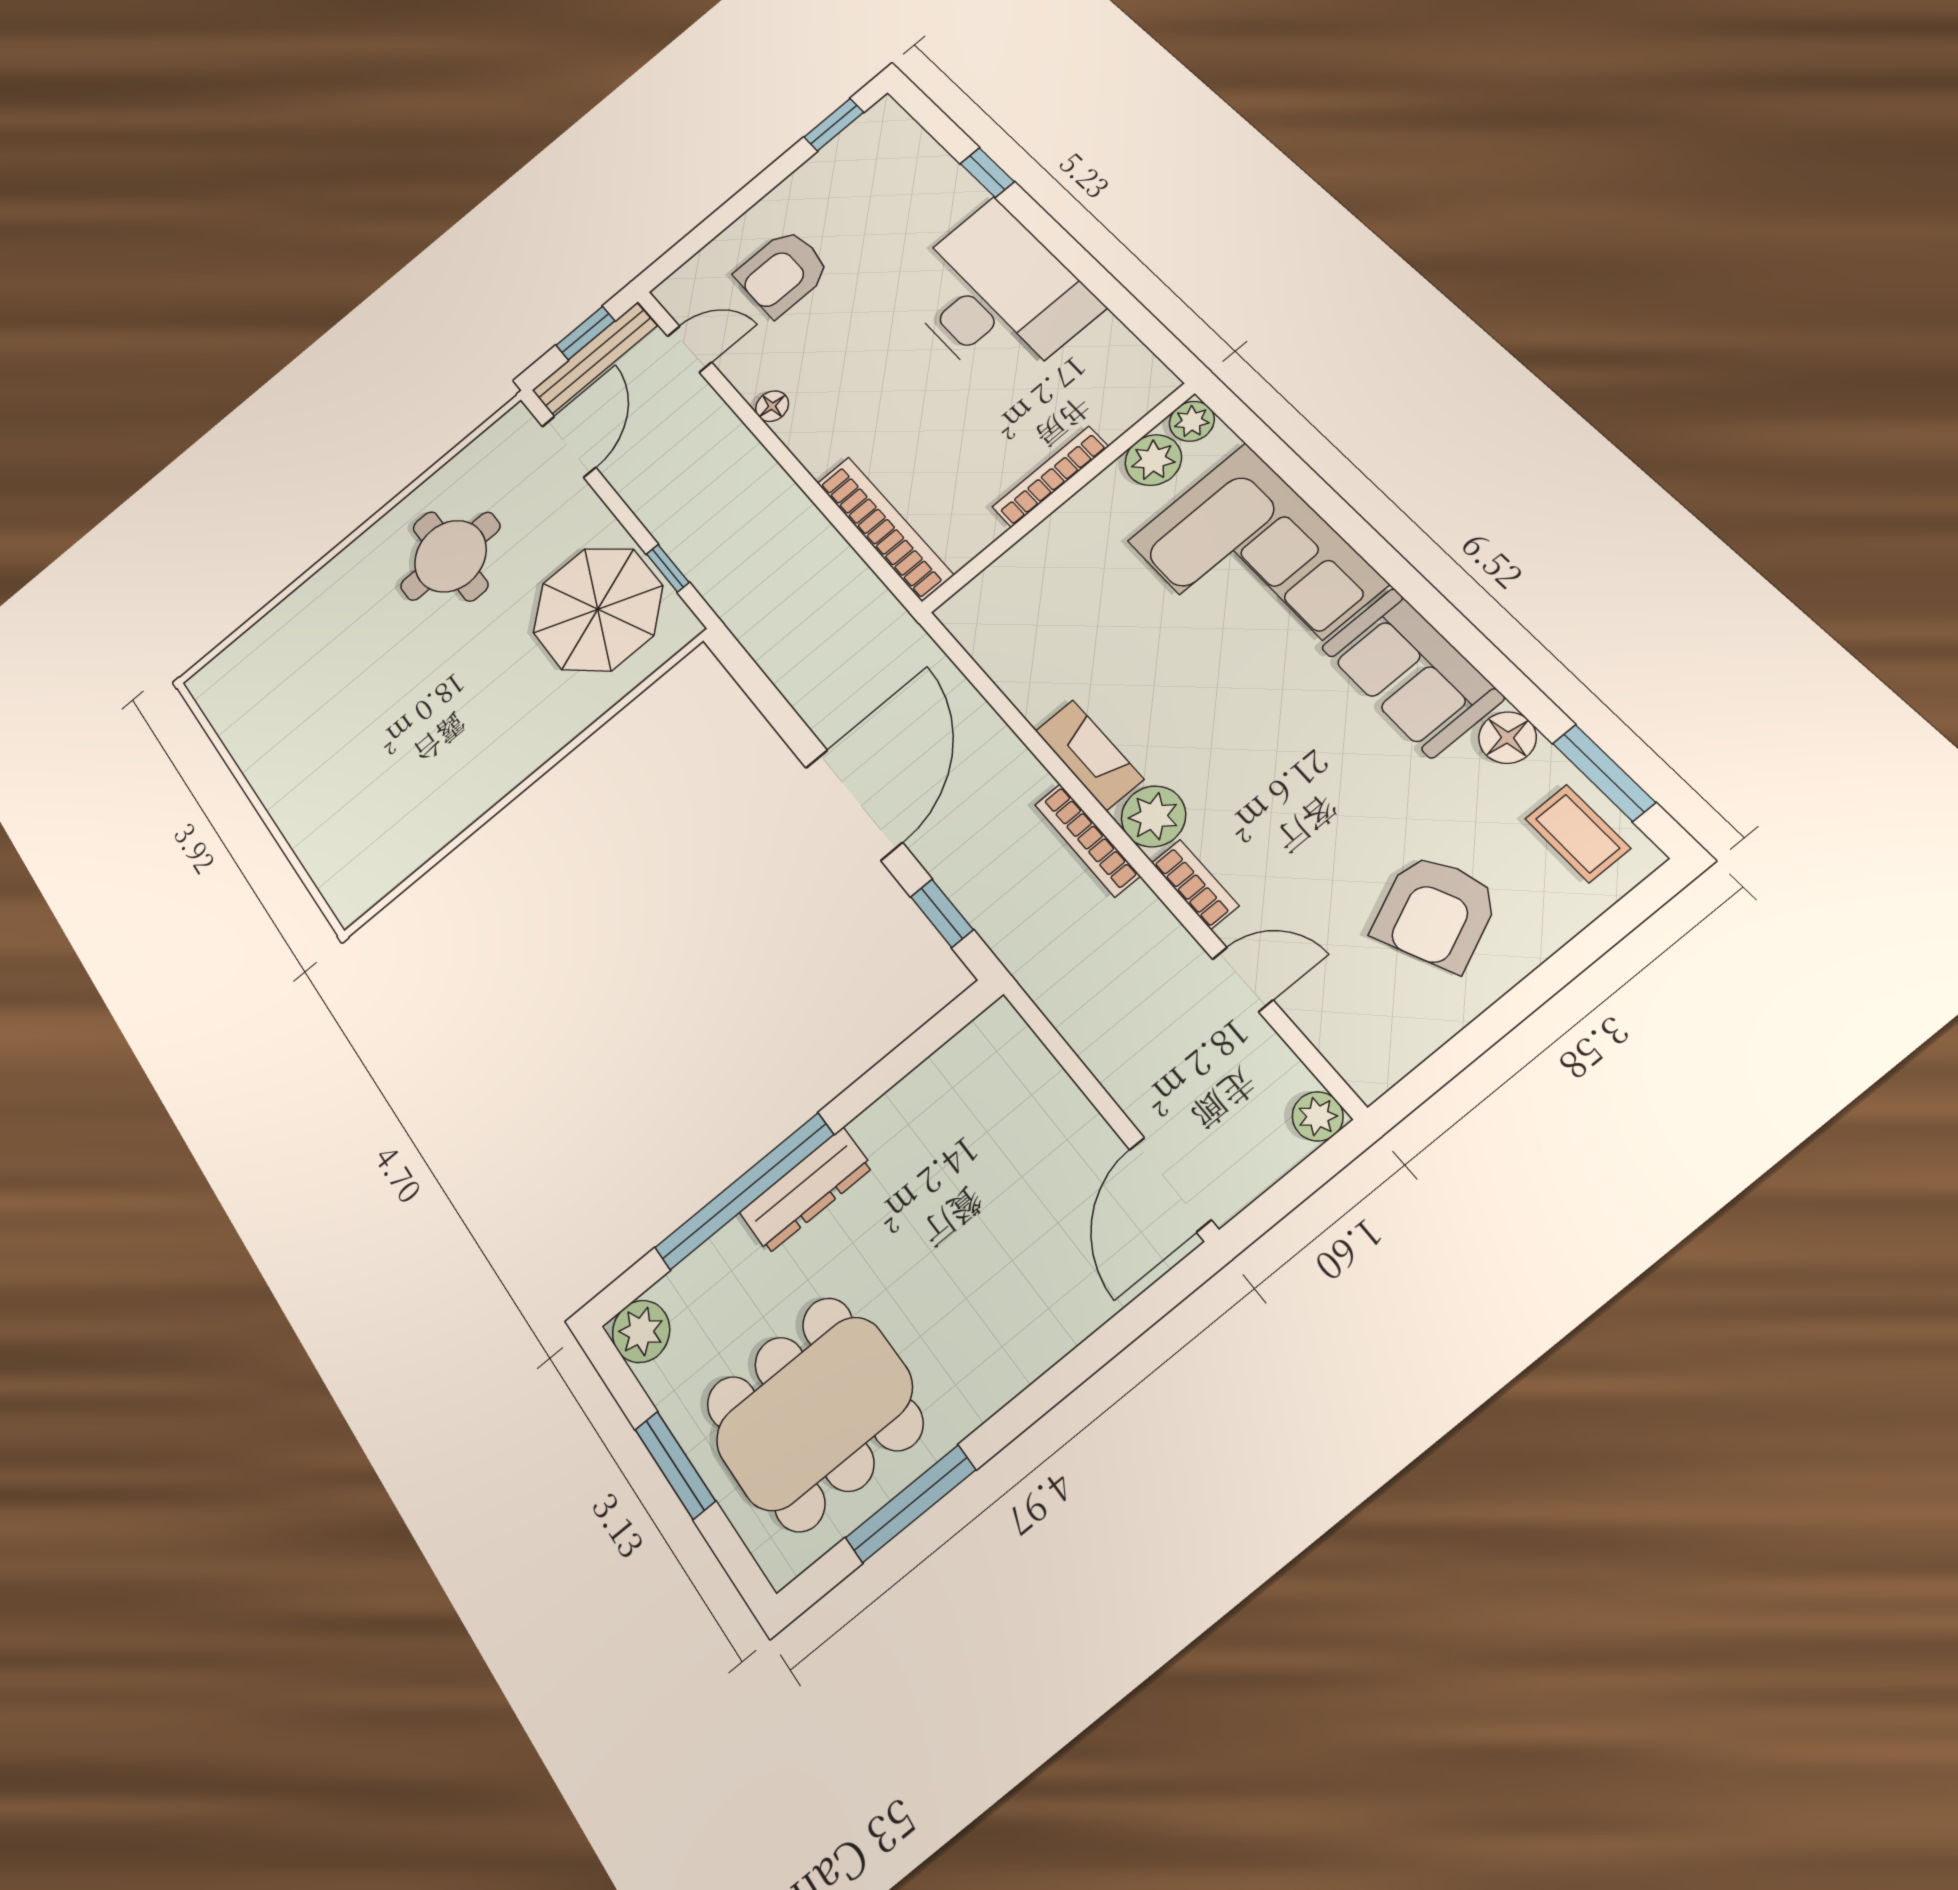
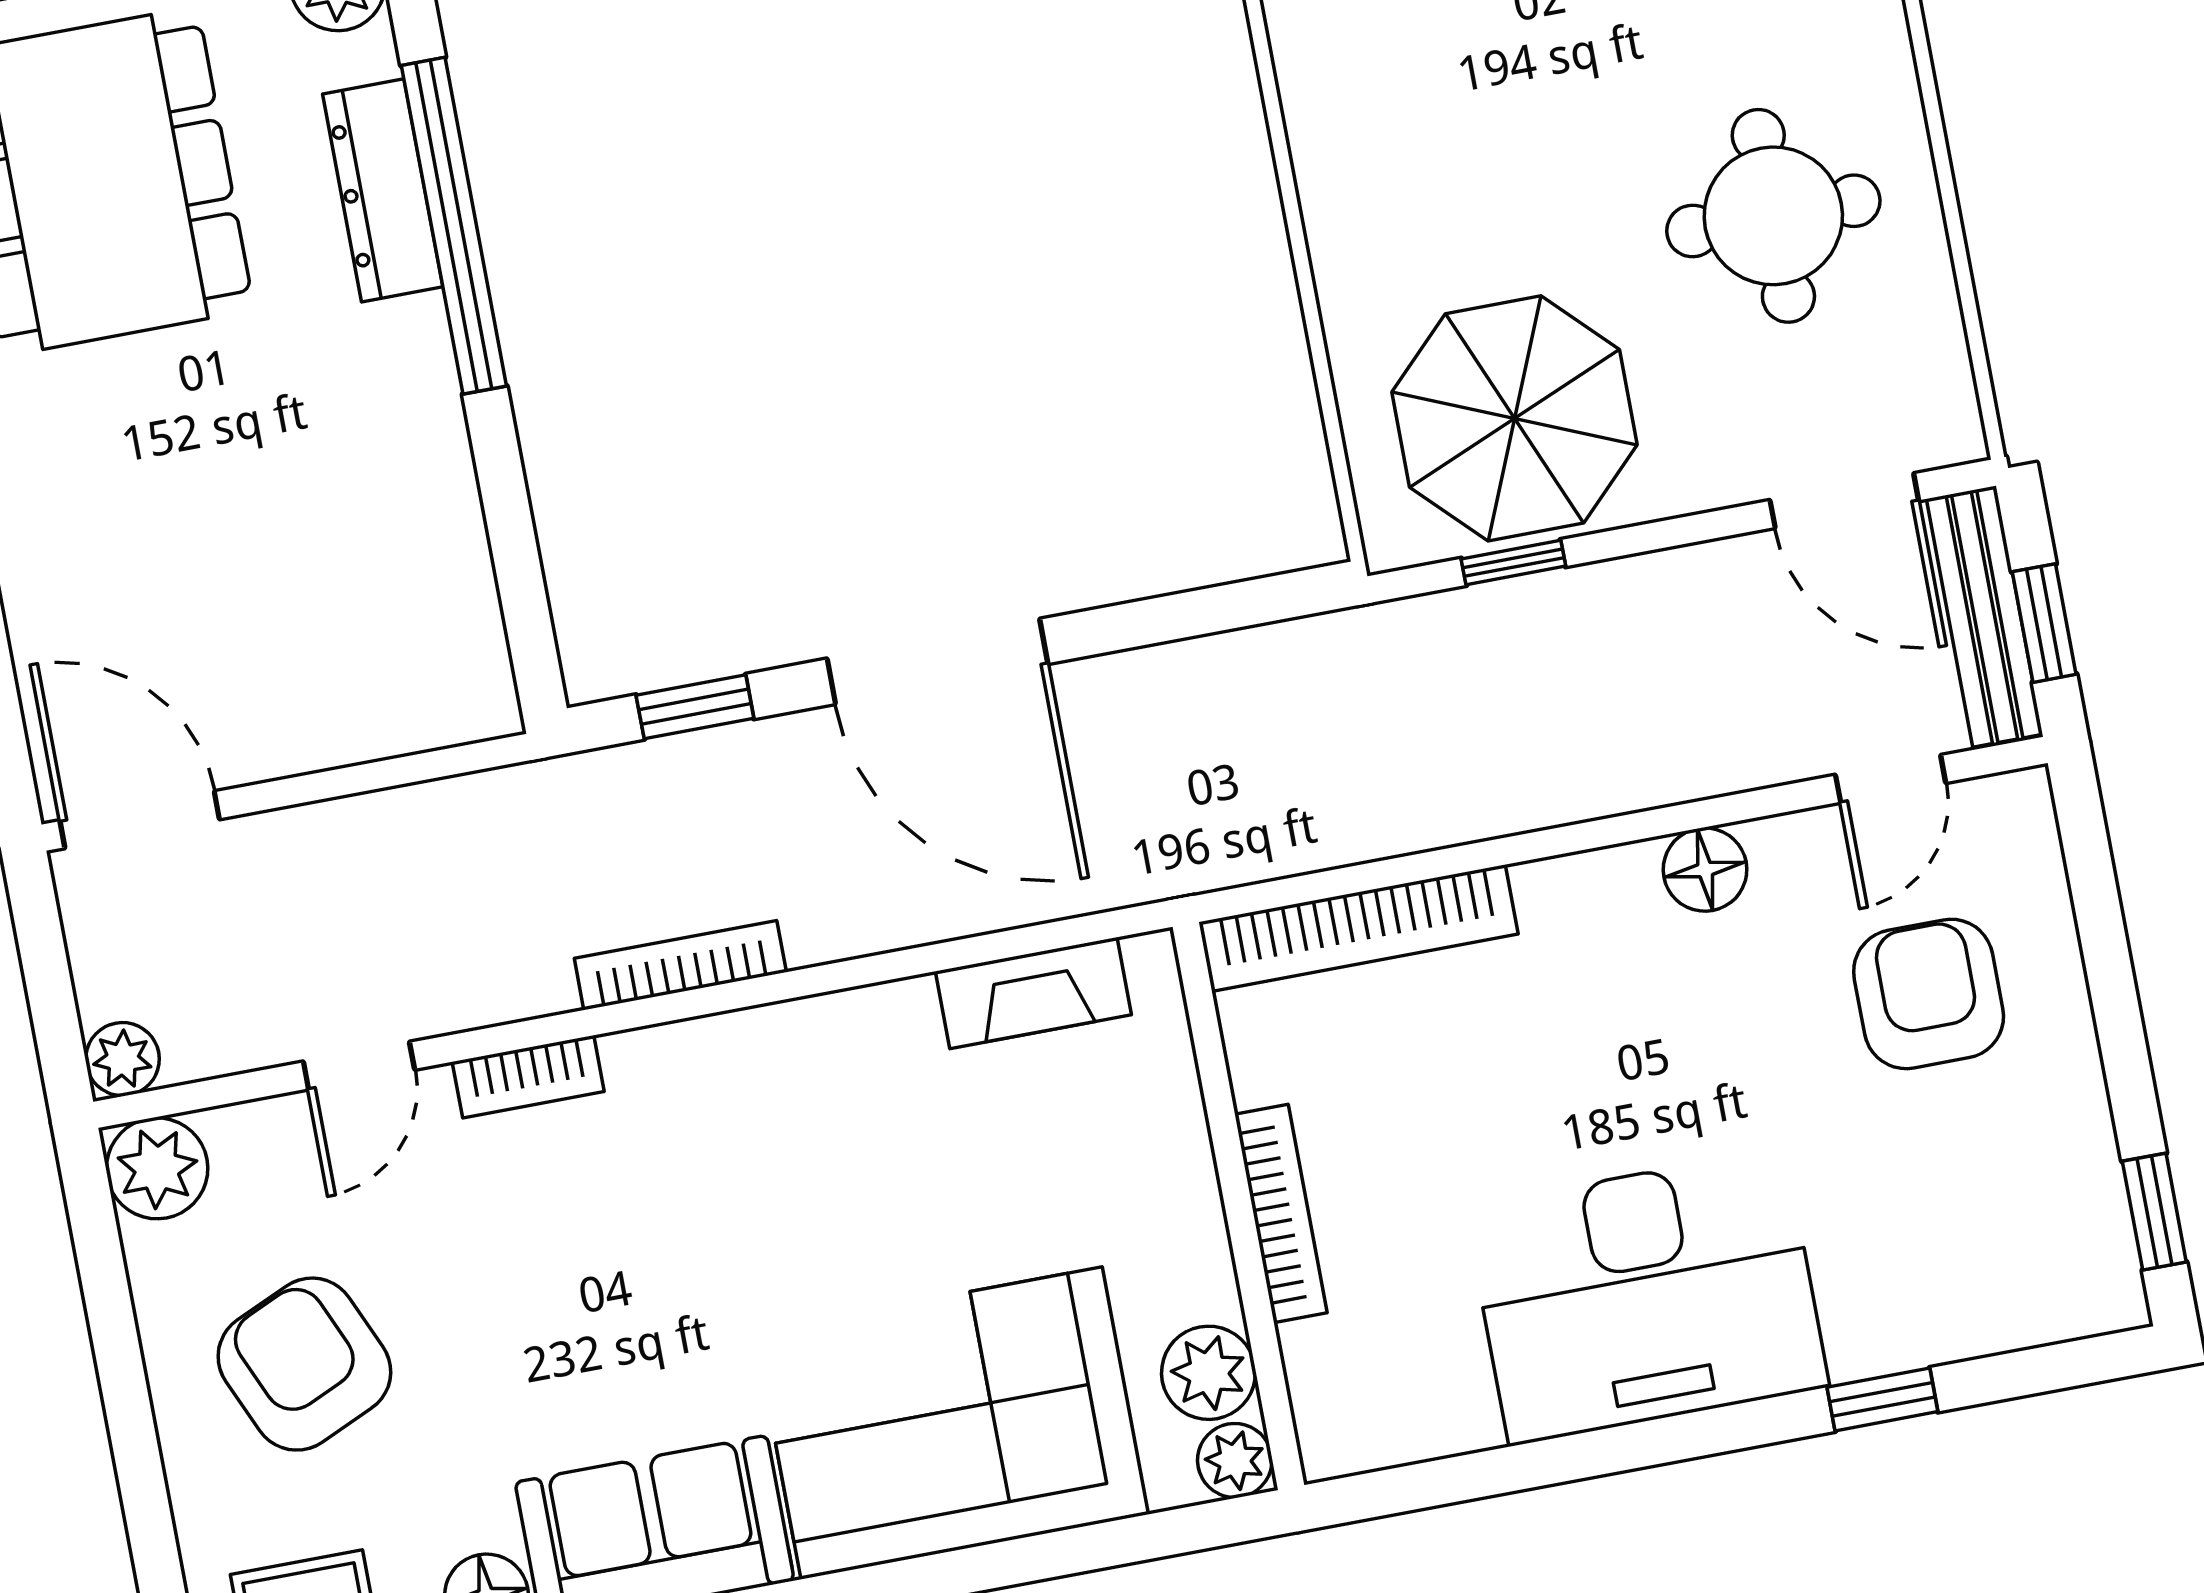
floor lamp: (772, 406) -> (1705, 870), width x1.37, depth x1.37
fireplace: (1089, 755) -> (1033, 993), moved
plant: (1153, 816) -> (157, 1168), moved
dresser: (806, 1190) -> (383, 190), moved

